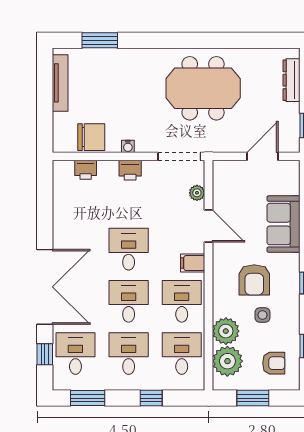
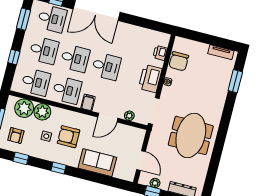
tv unit: (60, 83) -> (221, 52), width x0.71
plant: (292, 125) -> (155, 183), added
printer: (130, 170) -> (150, 79), width x1.87, depth x1.48

